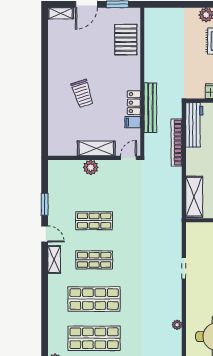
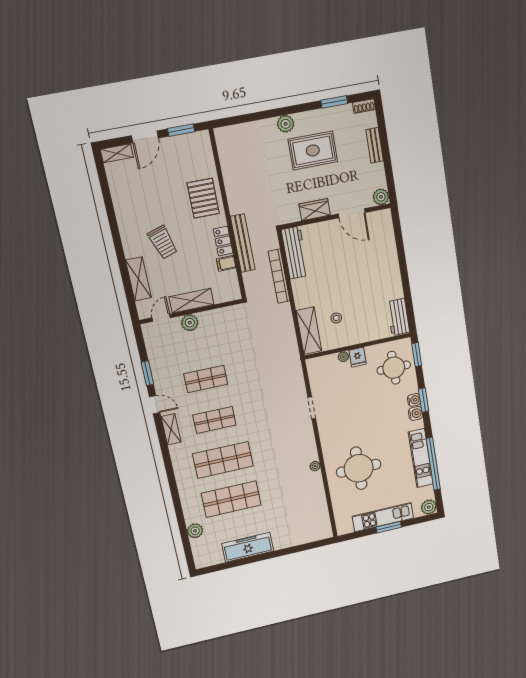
pallet: (126, 40) -> (203, 198), moved
shelving: (55, 120) -> (138, 279), added
door: (129, 158) -> (161, 318), moved

